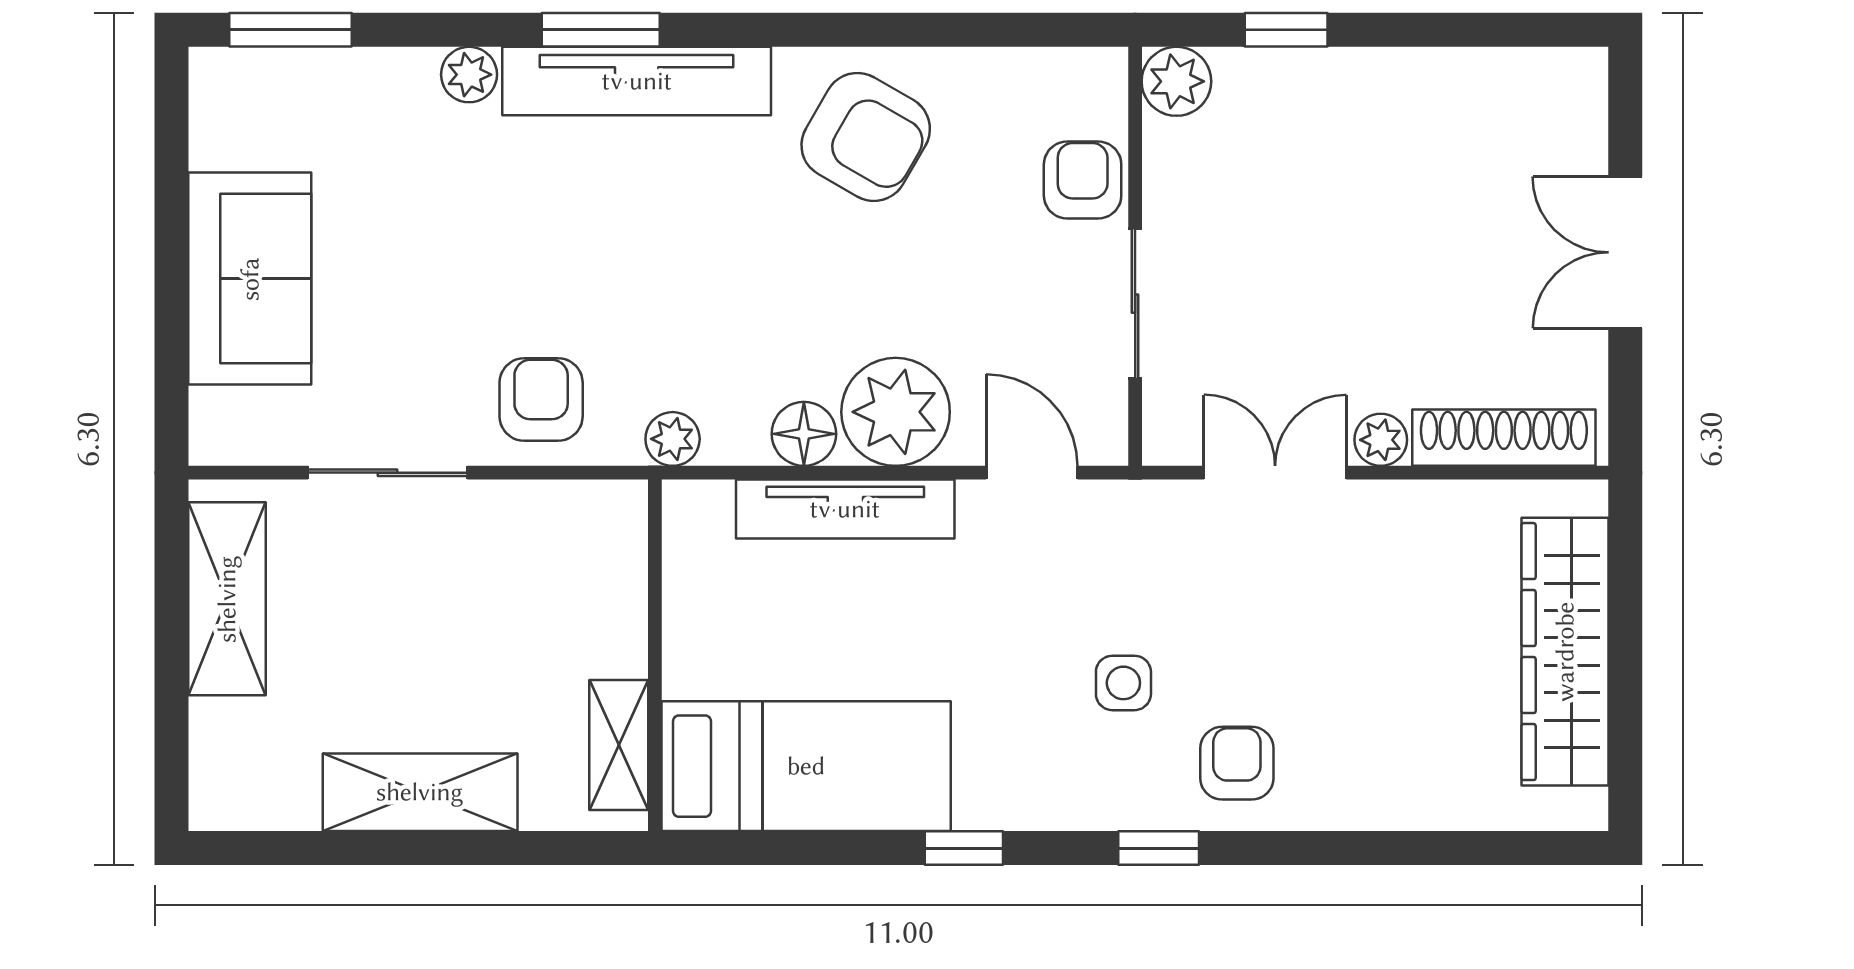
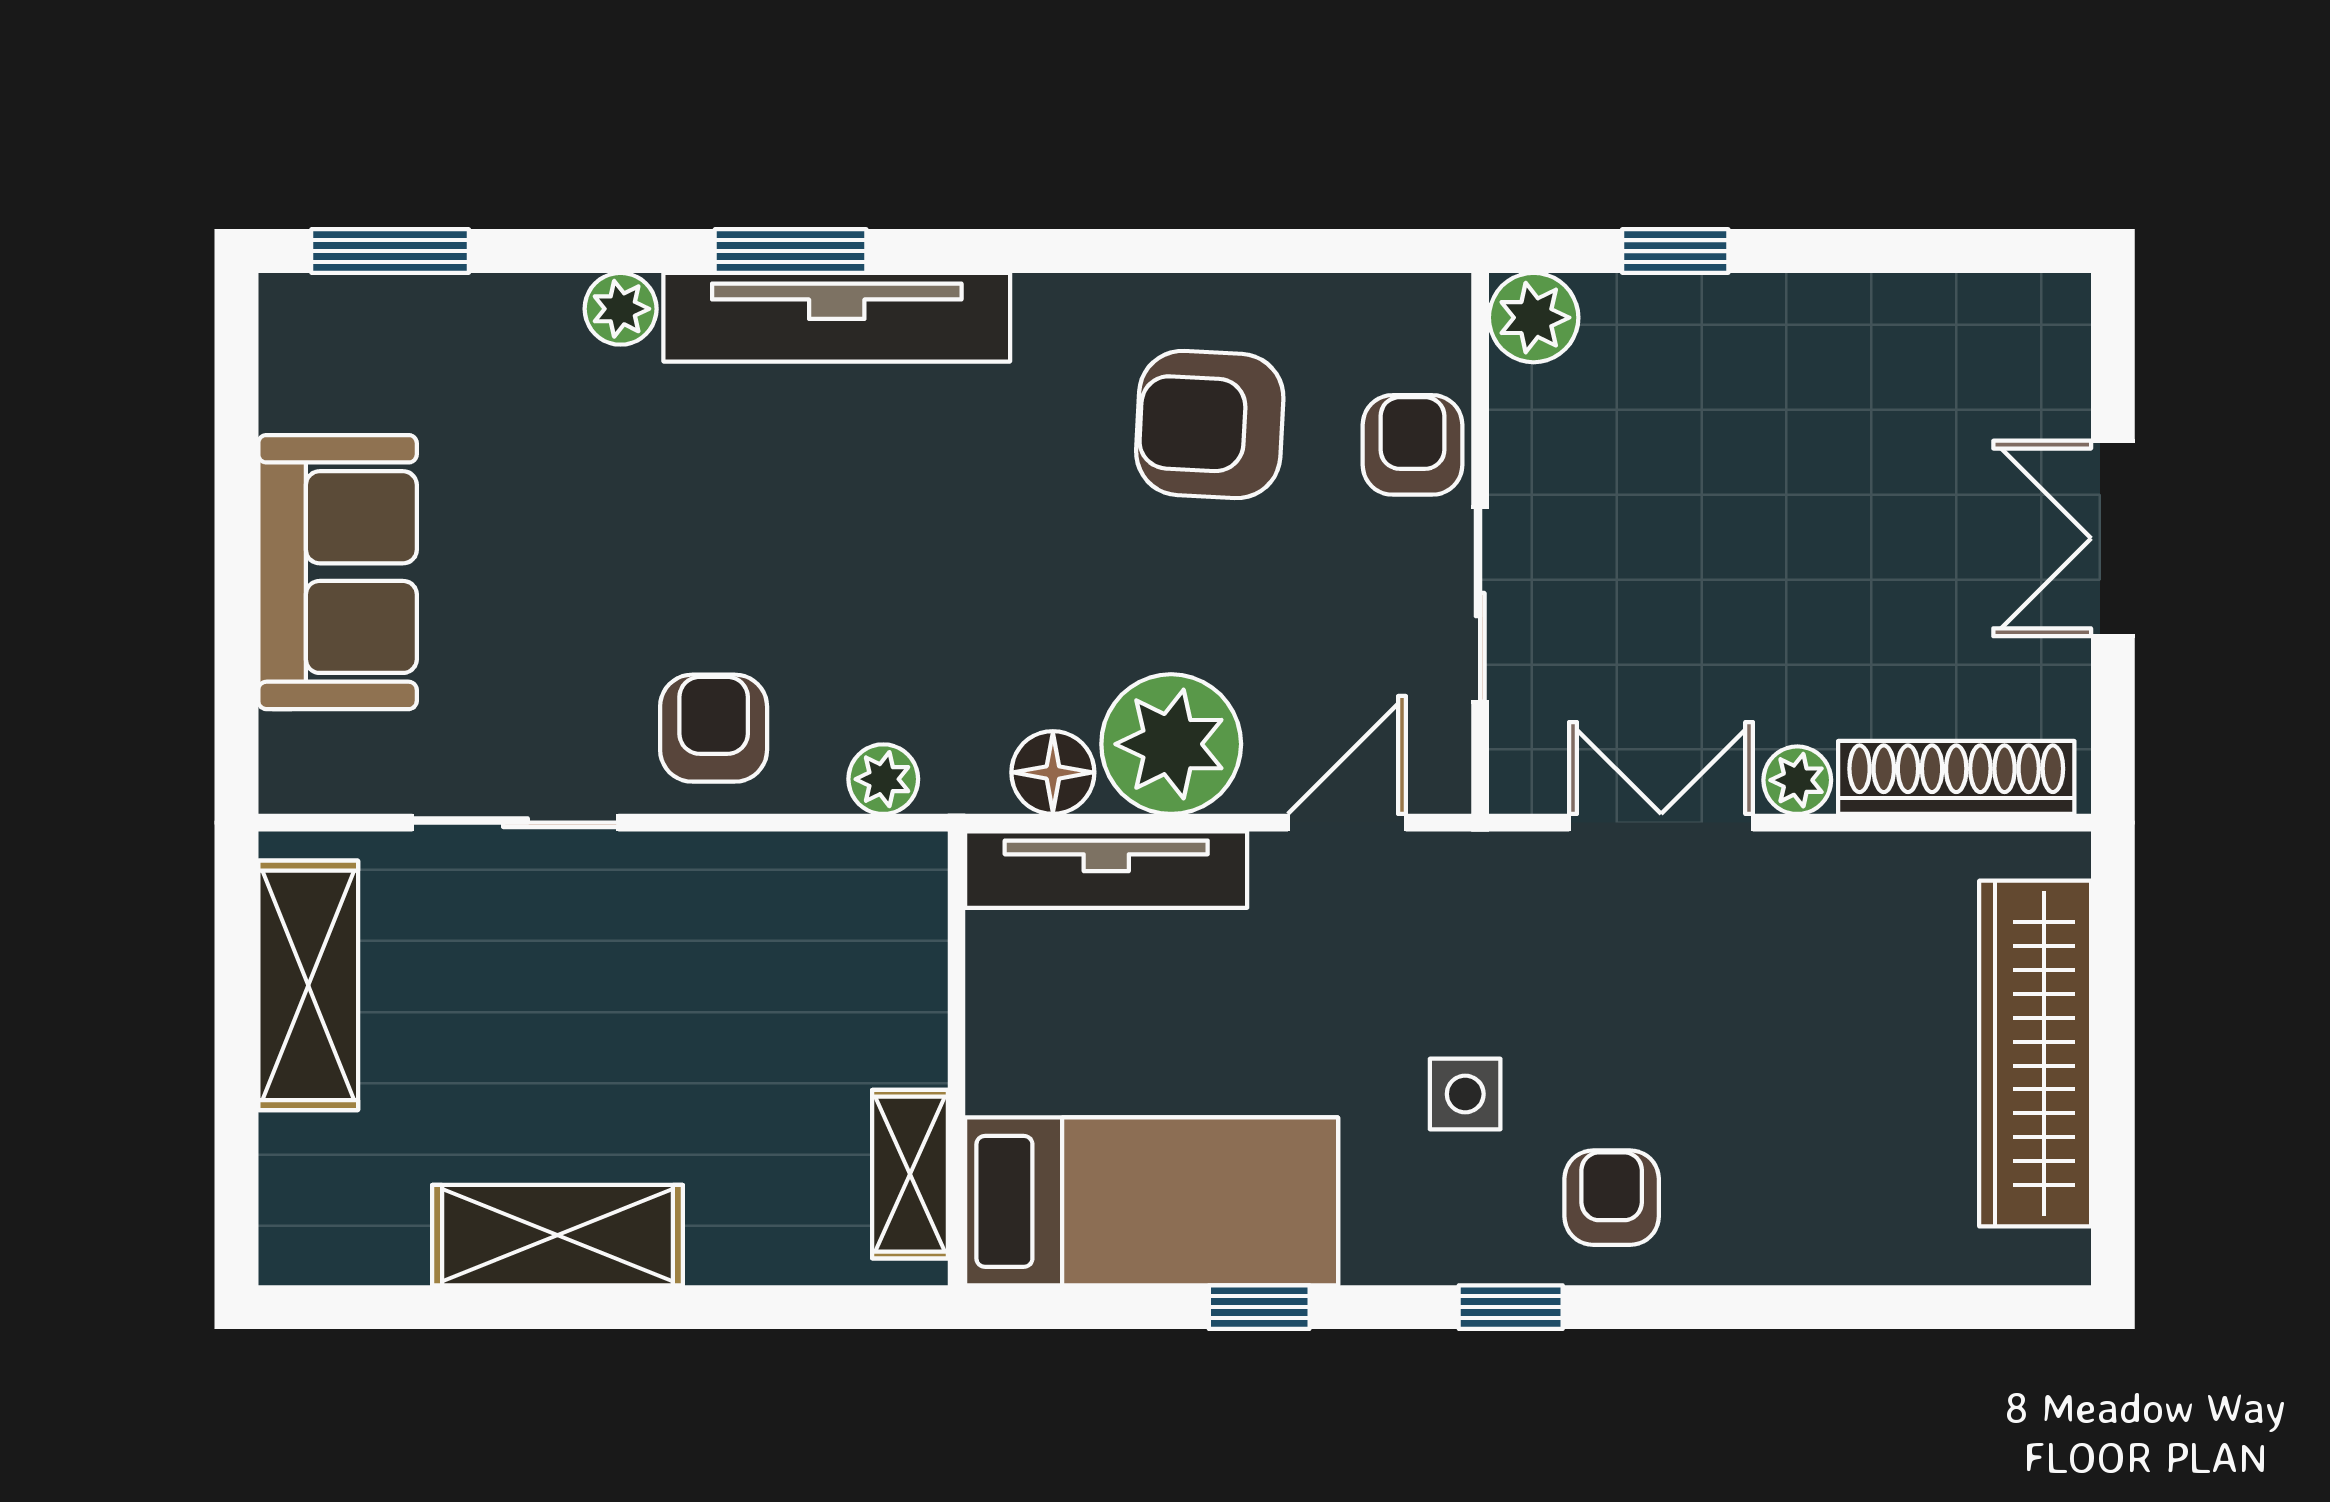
armchair: (866, 137) -> (1210, 425), moved, turned 153
door: (1032, 473) -> (1347, 823), hinge flipped
wall: (655, 655) -> (957, 1058), moved
shelving: (619, 745) -> (910, 1174), moved
bed: (806, 766) -> (1152, 1201), moved

